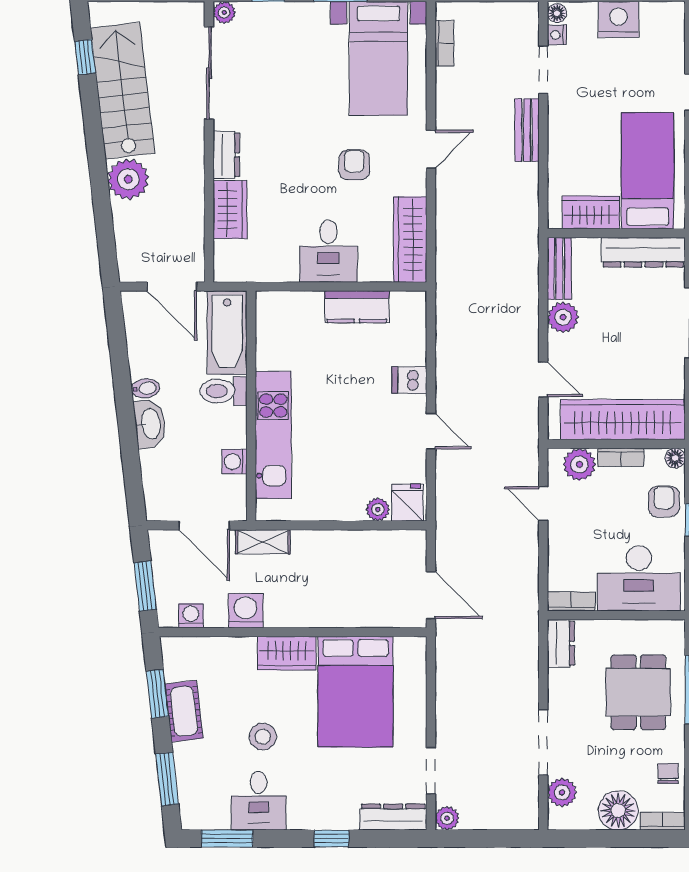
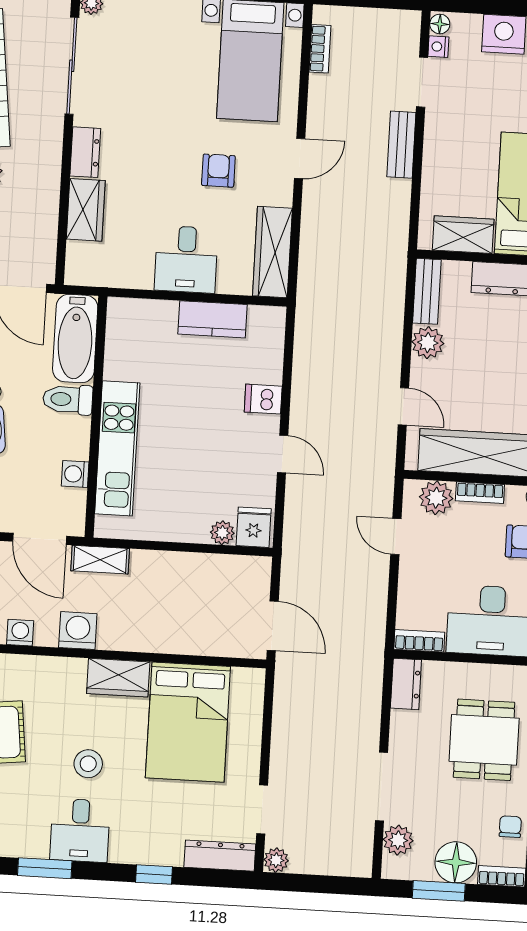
window: (604, 839) -> (439, 891), added

